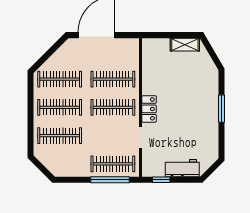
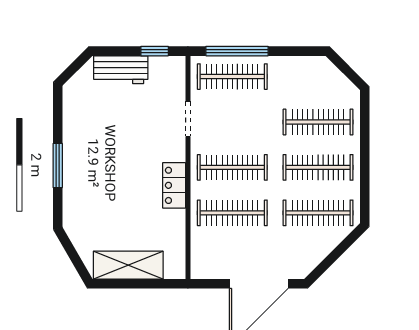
shelving: (185, 45) -> (128, 265), width x1.50, depth x1.33
locker: (149, 109) -> (174, 185), moved

